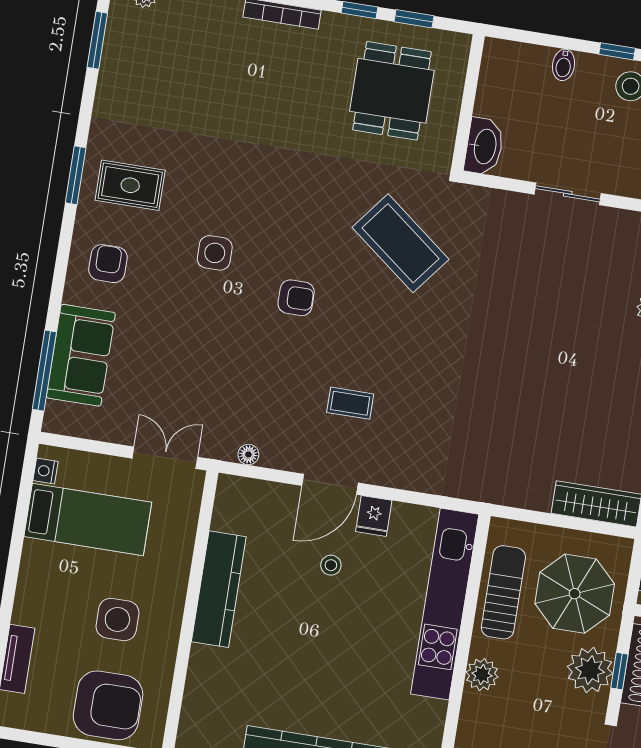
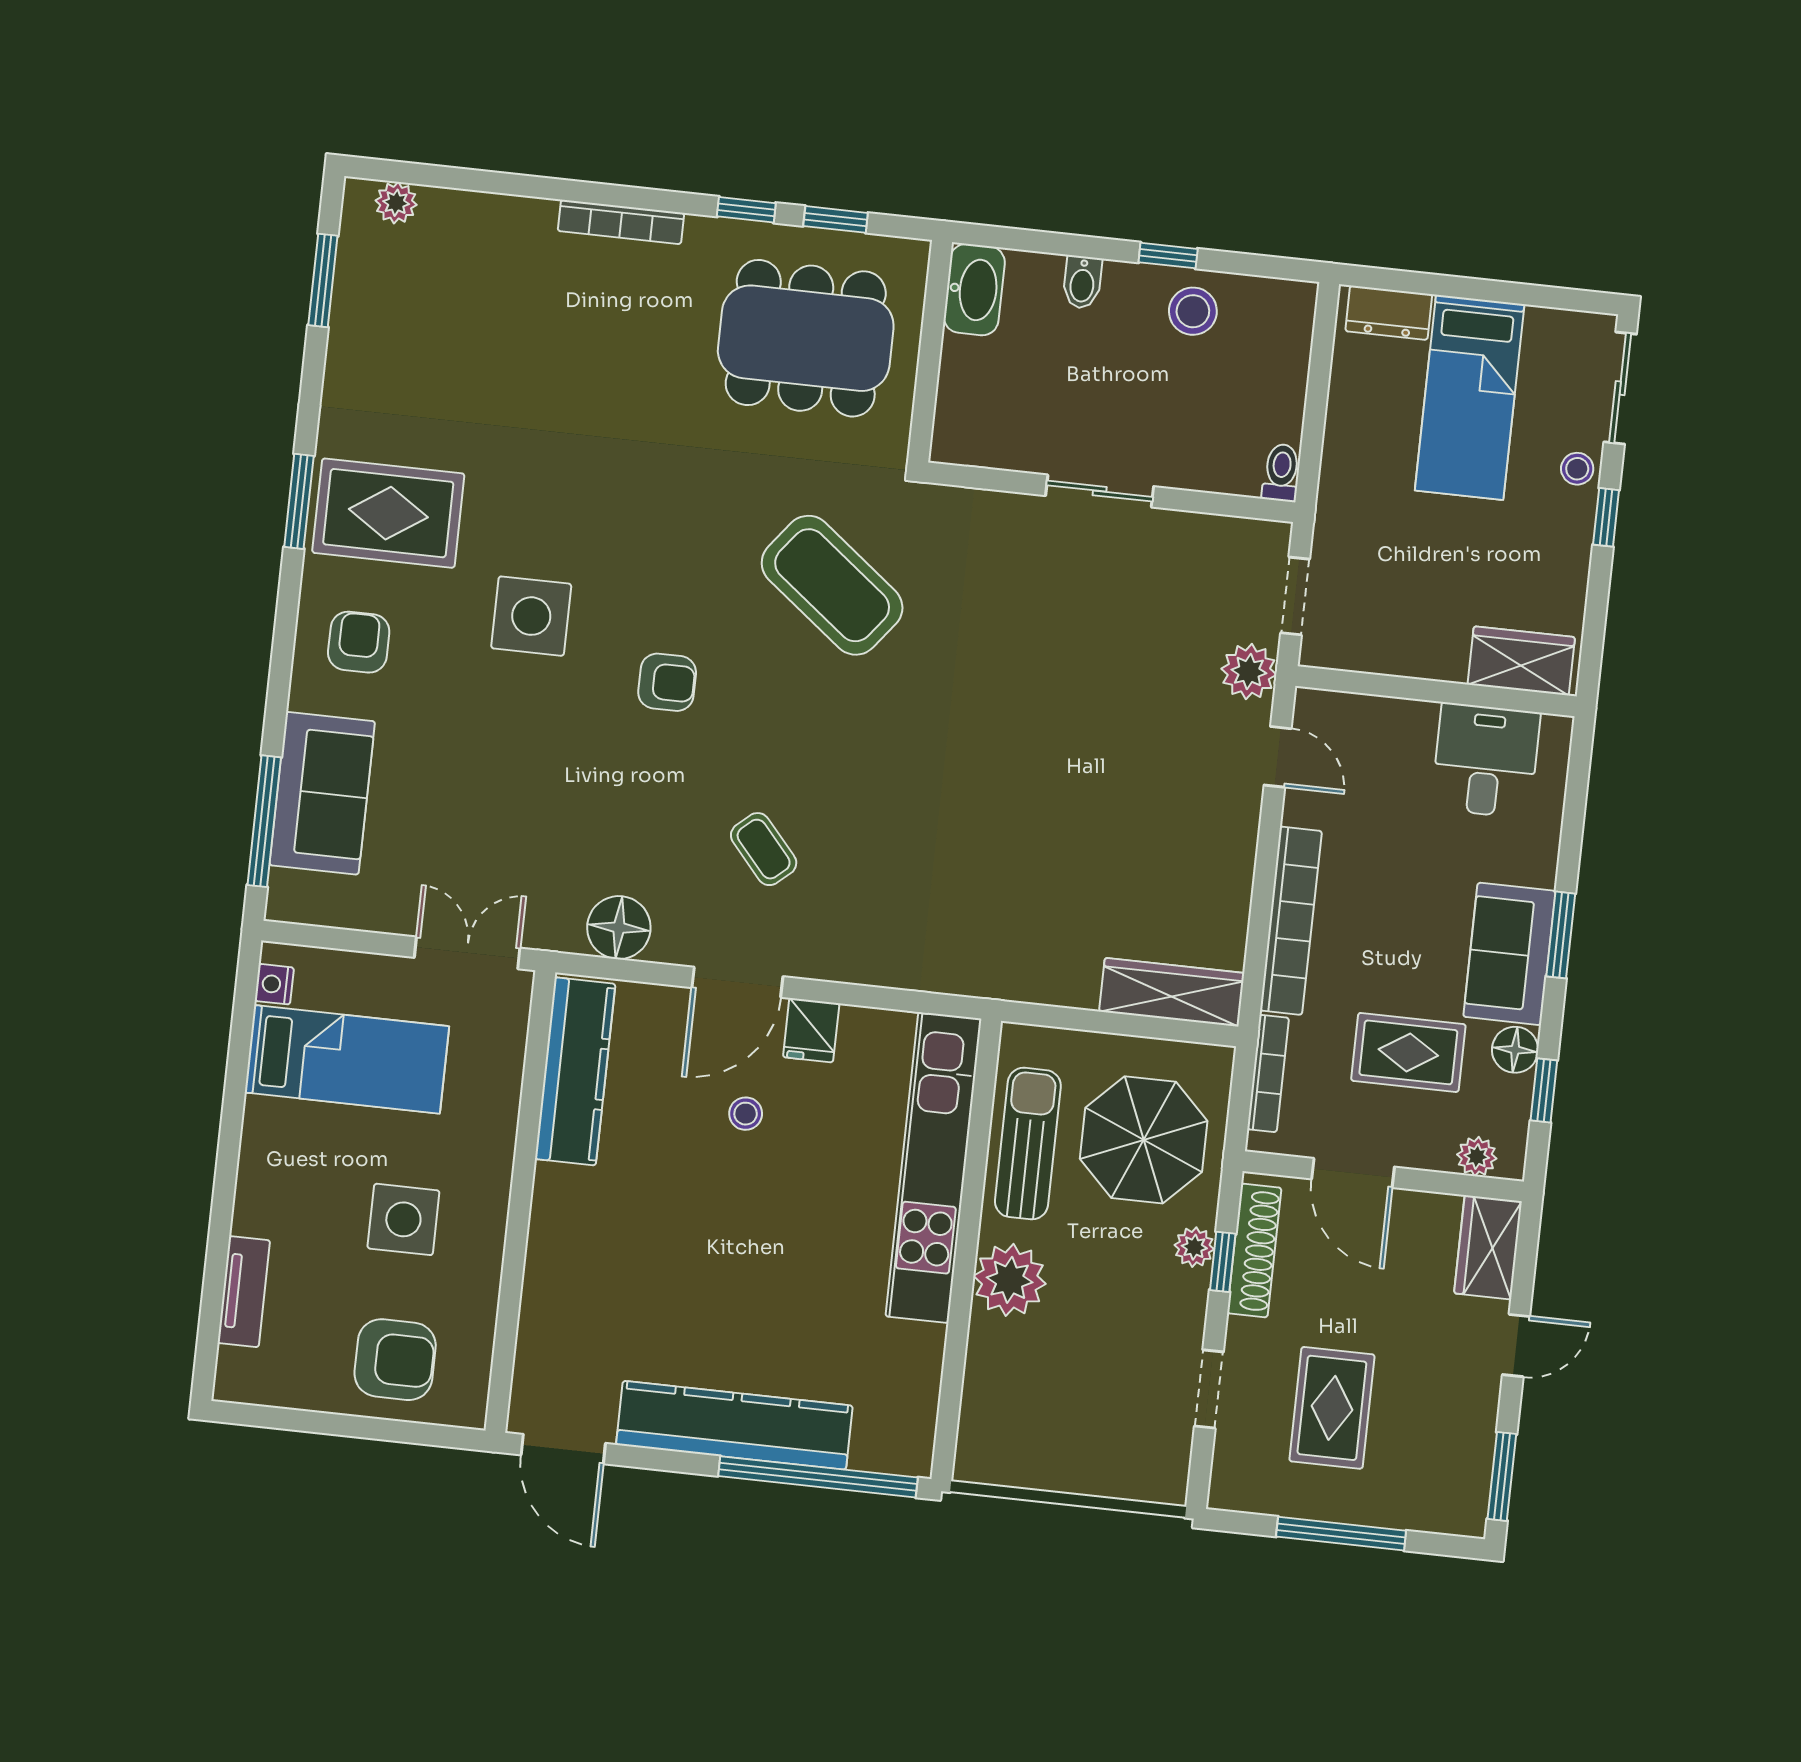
dining table: (392, 91) -> (806, 338), width x1.38
washbasin: (484, 146) -> (974, 290), moved
rug: (130, 185) -> (388, 513), width x1.36, depth x1.43
side table: (215, 253) -> (531, 616), width x1.37, depth x1.37
coffee table: (350, 403) -> (764, 849), turned 49
floor lamp: (248, 455) -> (619, 928), width x1.89, depth x1.89
kitchen counter: (219, 589) -> (575, 1071), moved
plant: (590, 670) -> (1194, 1247), width x0.53, depth x0.53
plant: (482, 675) -> (1010, 1280), width x1.36, depth x1.36
armchair: (108, 705) -> (395, 1360), width x0.73, depth x0.73

